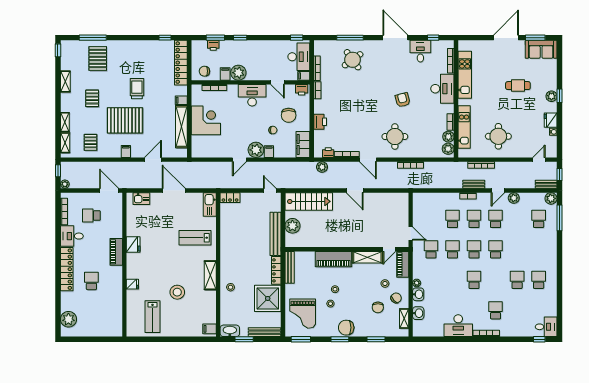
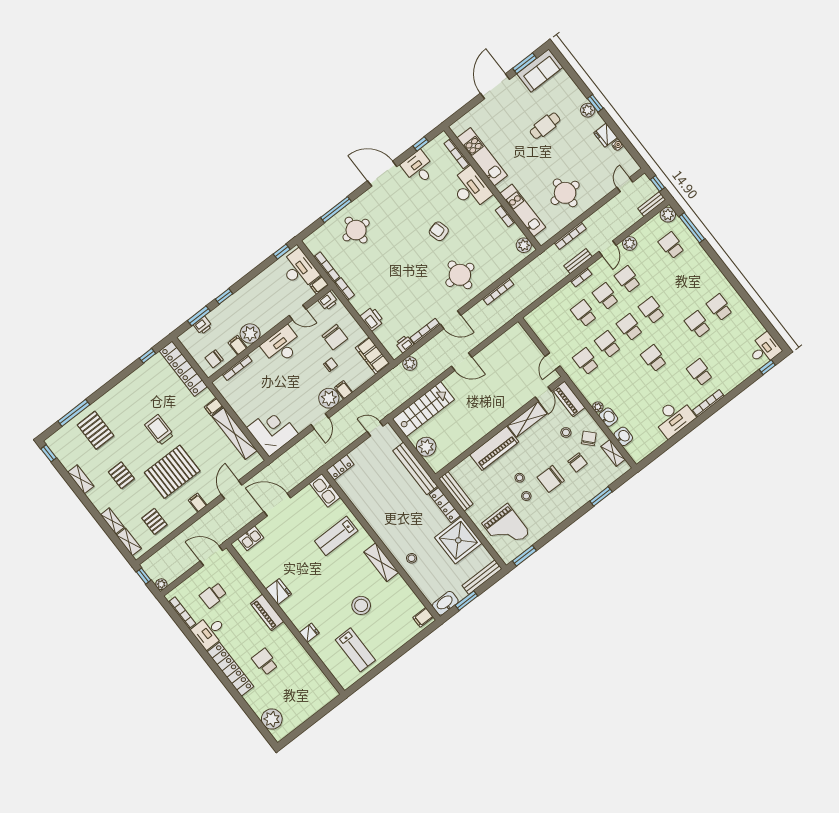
round table: (353, 60) -> (356, 230), turned 36
corner desk: (206, 120) -> (272, 431), moved
plant: (448, 137) -> (514, 233), removed
door: (411, 233) -> (553, 361), swing flipped
chair: (346, 328) -> (551, 479), moved
window: (340, 339) -> (564, 525), removed

